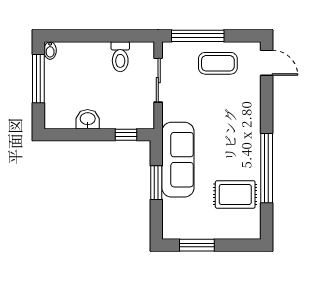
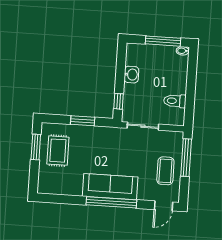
sliding door: (158, 80) -> (143, 126), moved
sofa: (178, 160) -> (110, 187), moved, turned 180
window: (267, 168) -> (111, 202), moved
rug: (235, 194) -> (58, 151), moved

